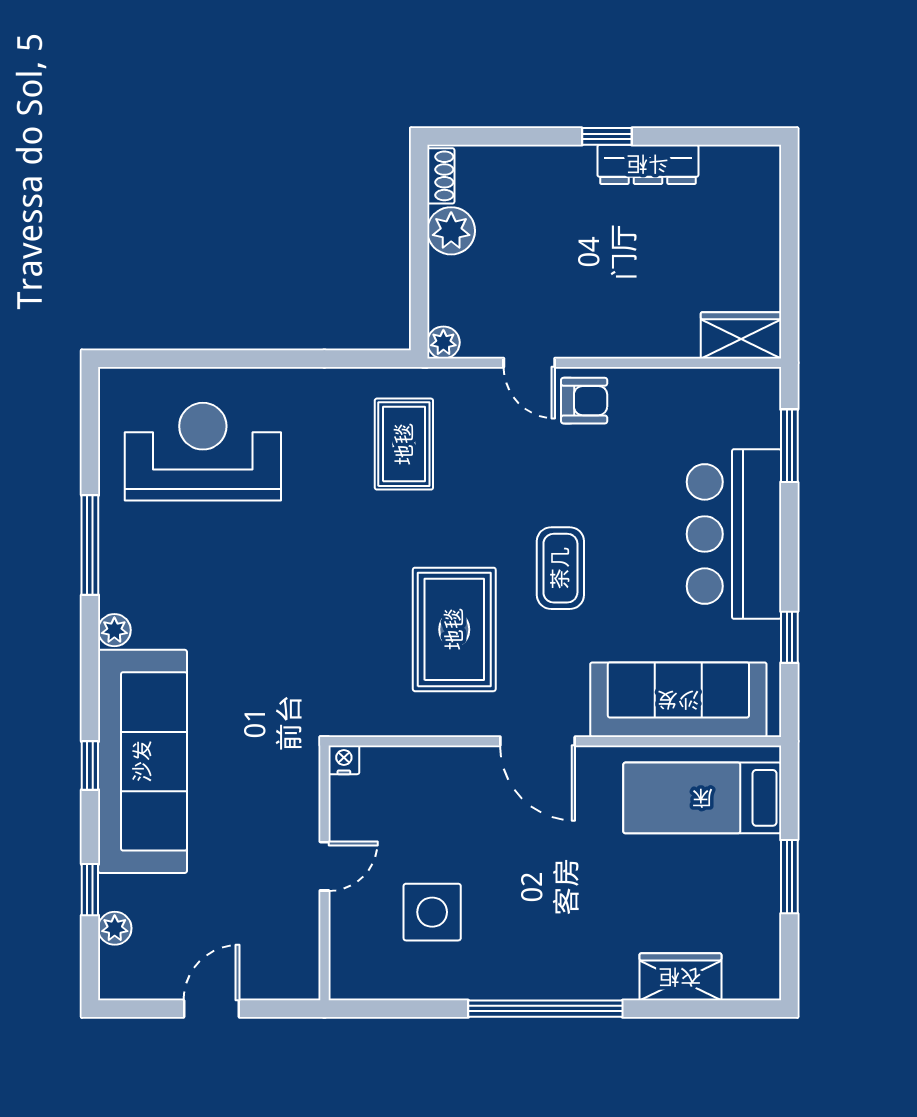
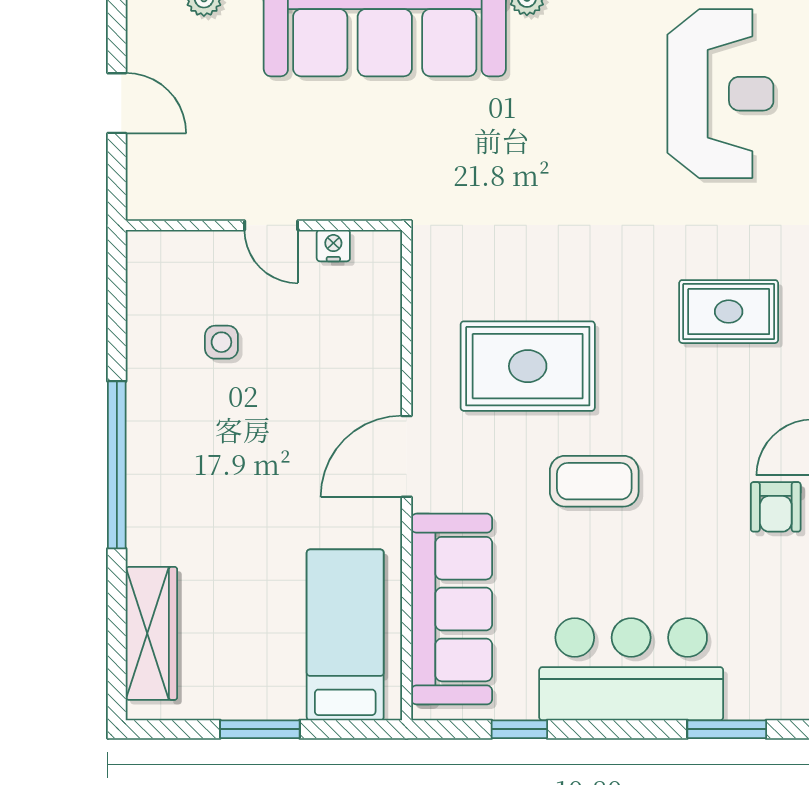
nightstand: (344, 760) -> (333, 246), moved, turned -90
side table: (432, 912) -> (221, 342), width x0.54, depth x0.54
wardrobe: (680, 977) -> (151, 633), width x1.50

